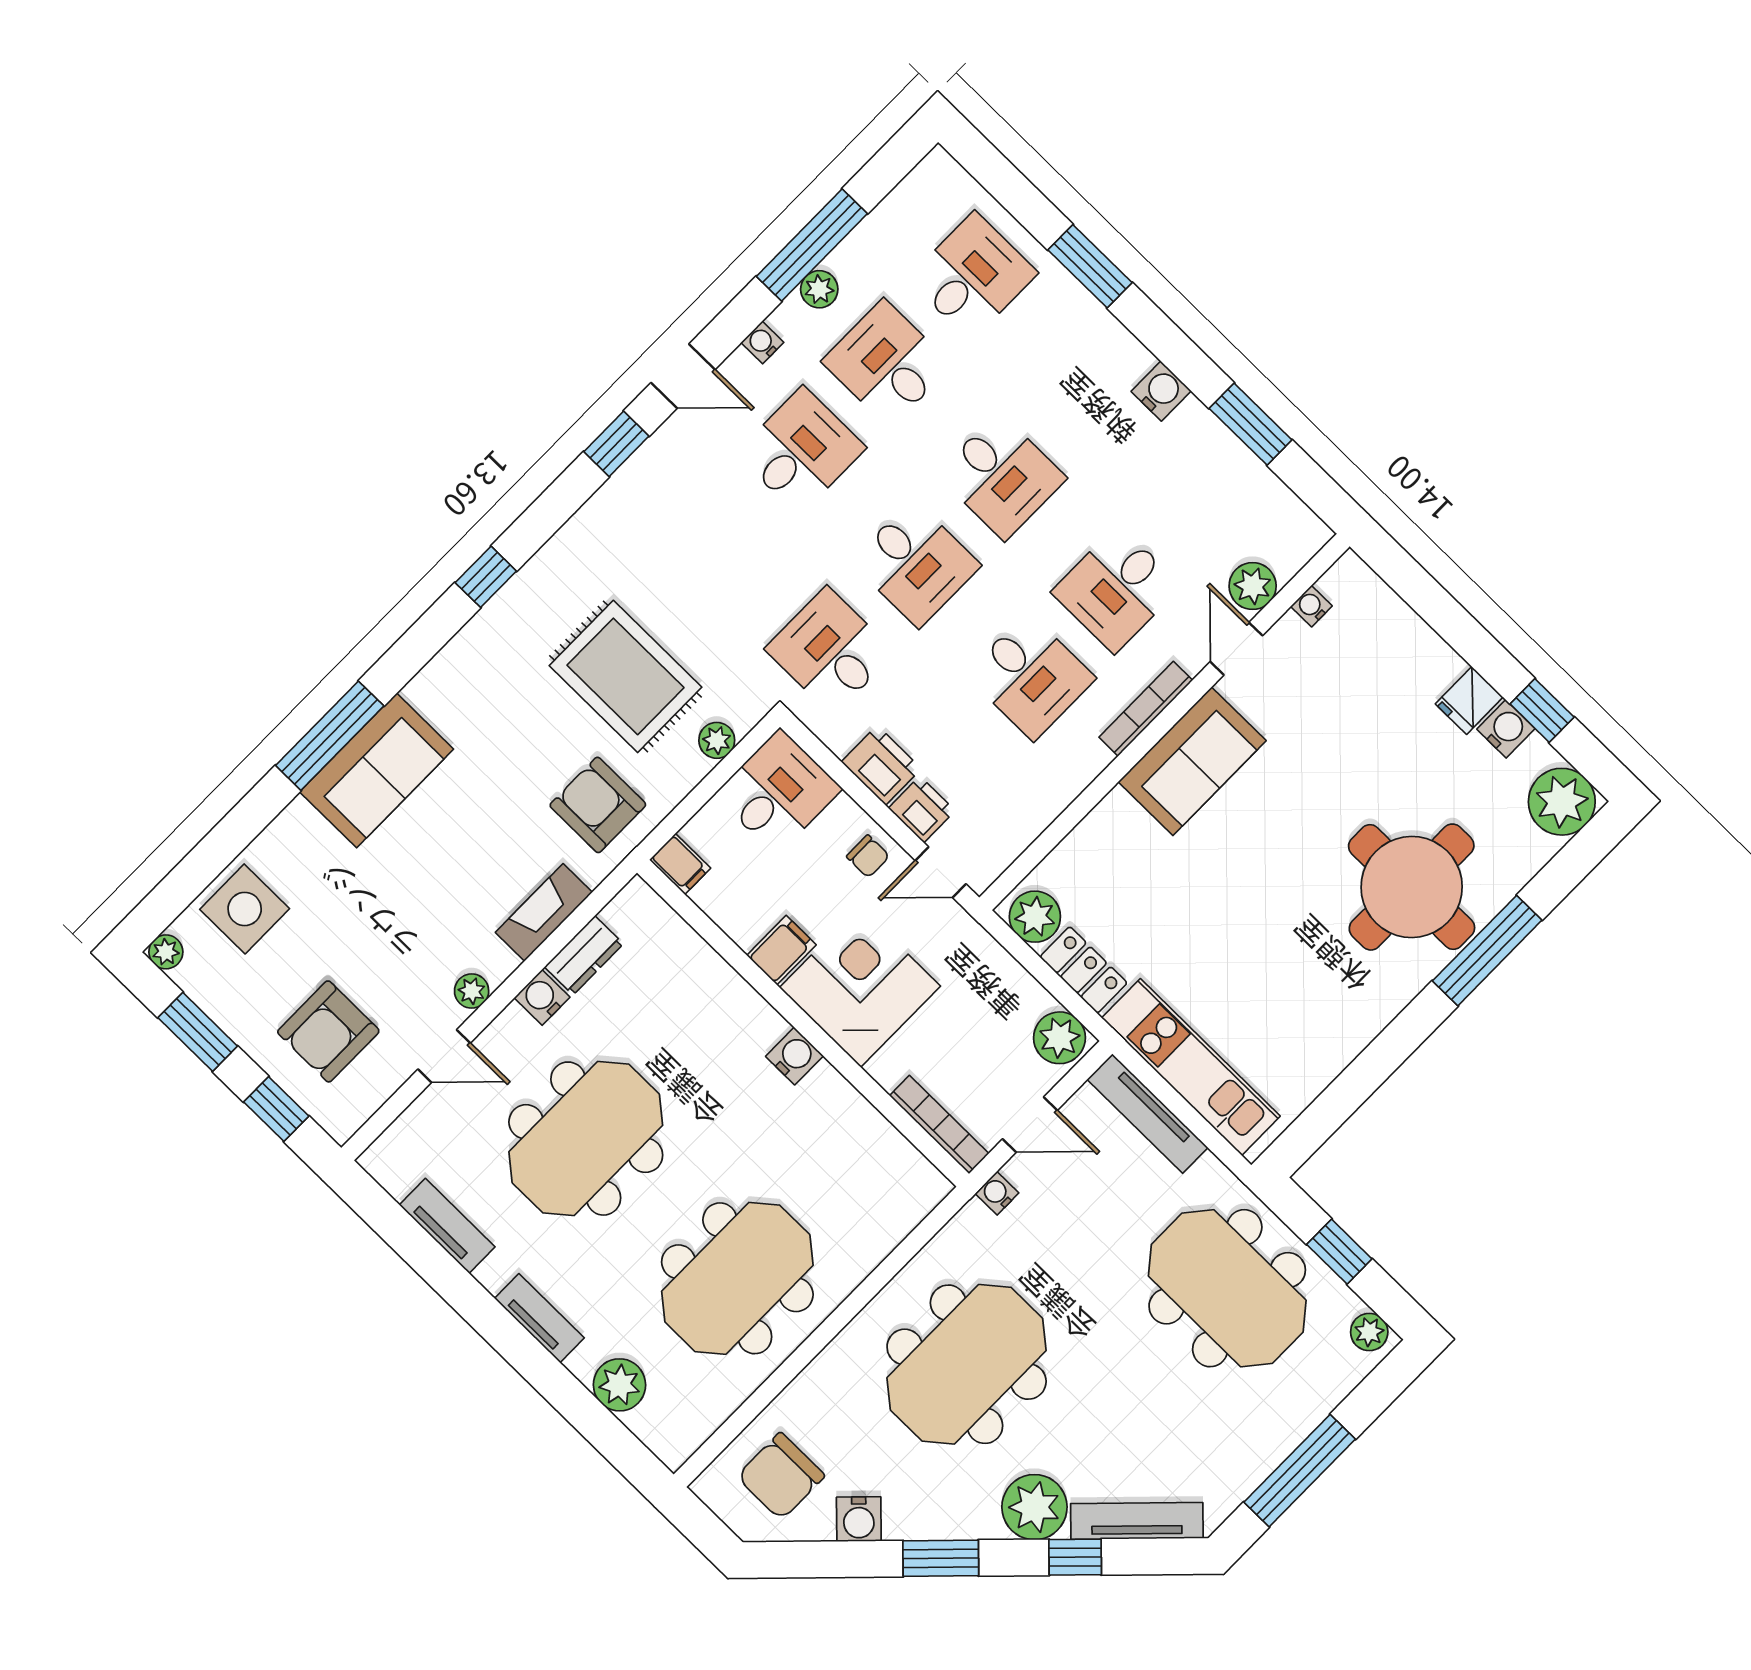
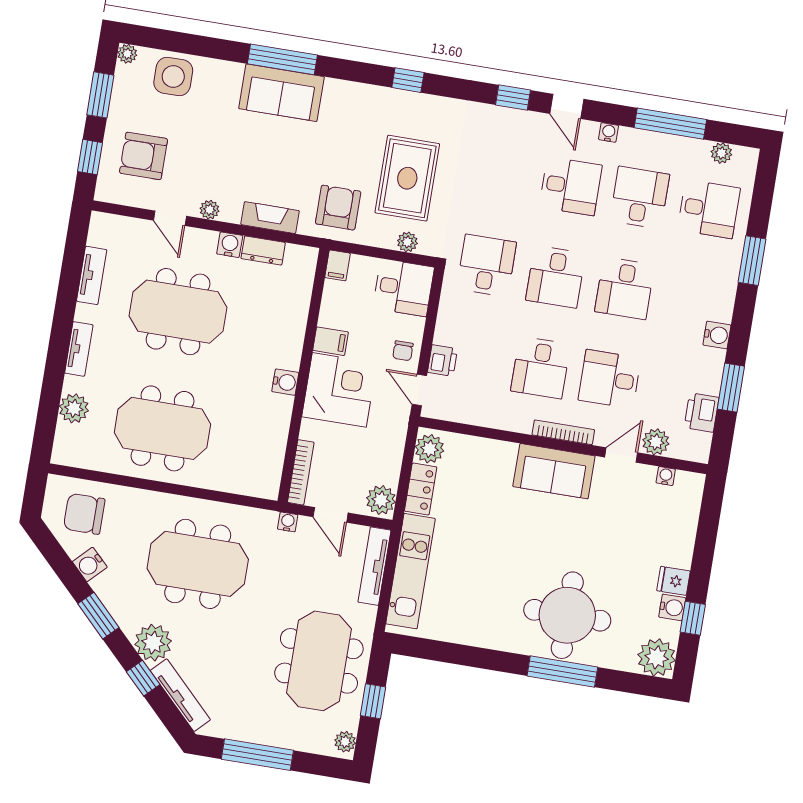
plant: (819, 289) -> (721, 153), moved
printer: (881, 765) -> (702, 412), moved, turned 180

